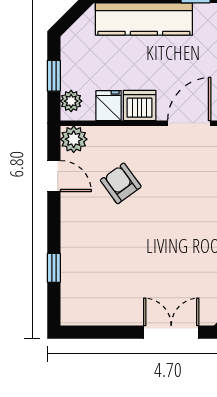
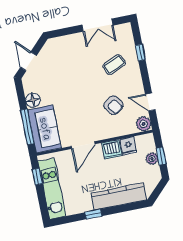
plant: (71, 101) -> (152, 159), moved
coffee table: (105, 255) -> (114, 65), added
double door: (171, 332) -> (97, 25), moved

